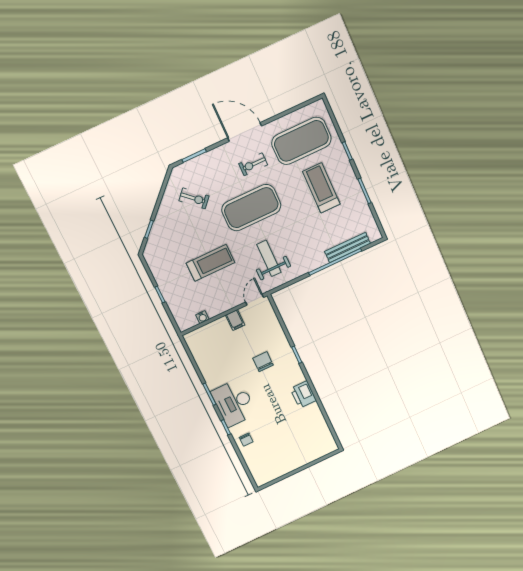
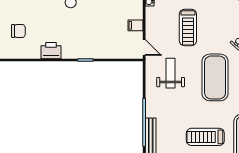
treadmill: (321, 188) -> (205, 137), turned 180
weight bench: (269, 258) -> (171, 73), turned -90
chair: (263, 362) -> (18, 31), moved

